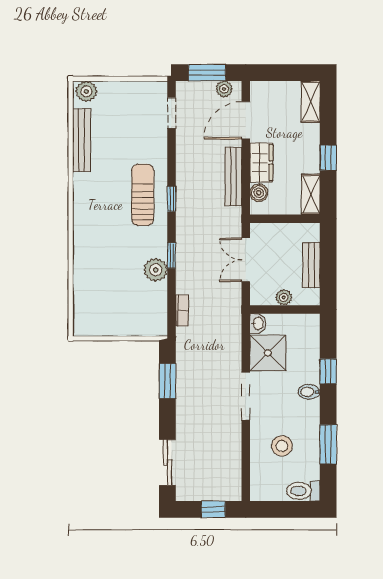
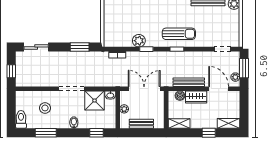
window: (328, 158) -> (209, 133), moved
double door: (246, 260) -> (144, 89), width x1.37
window: (328, 371) -> (97, 133), moved

